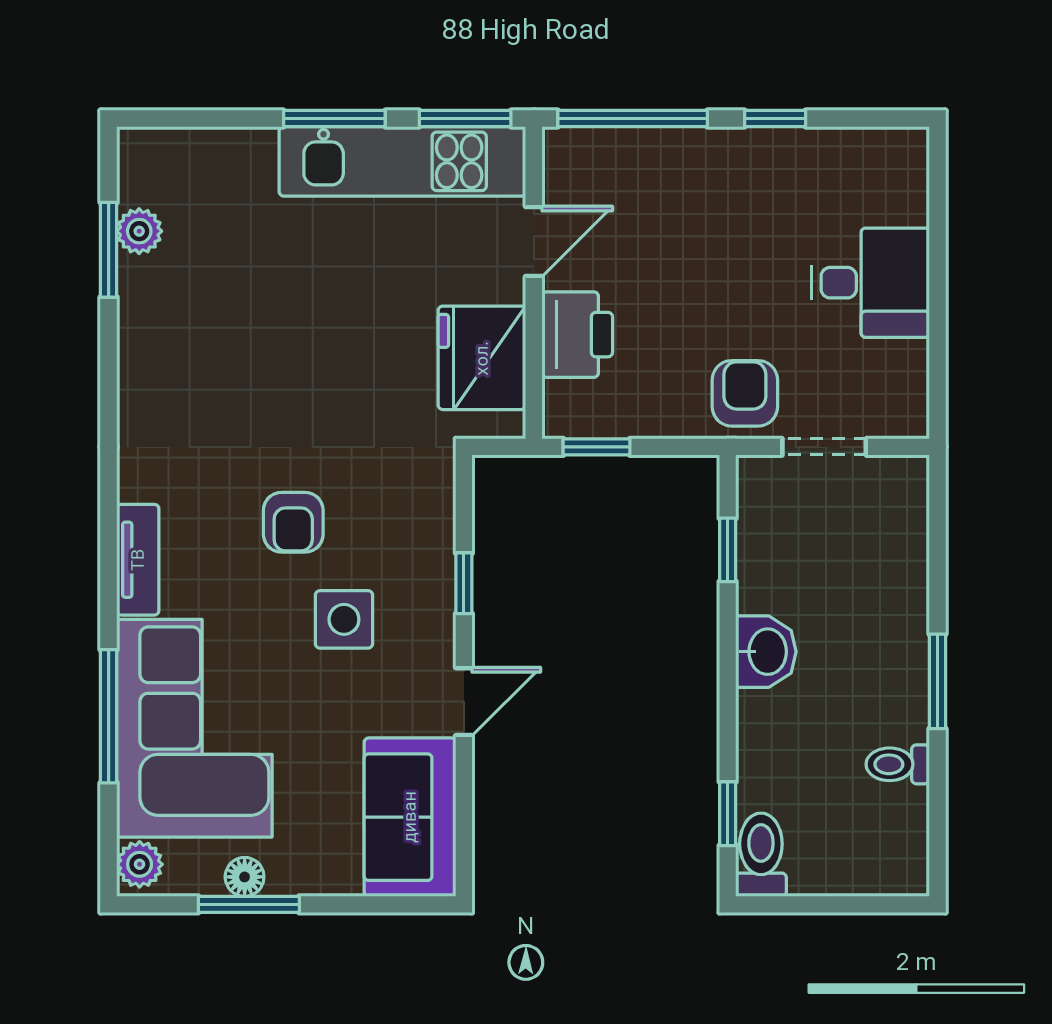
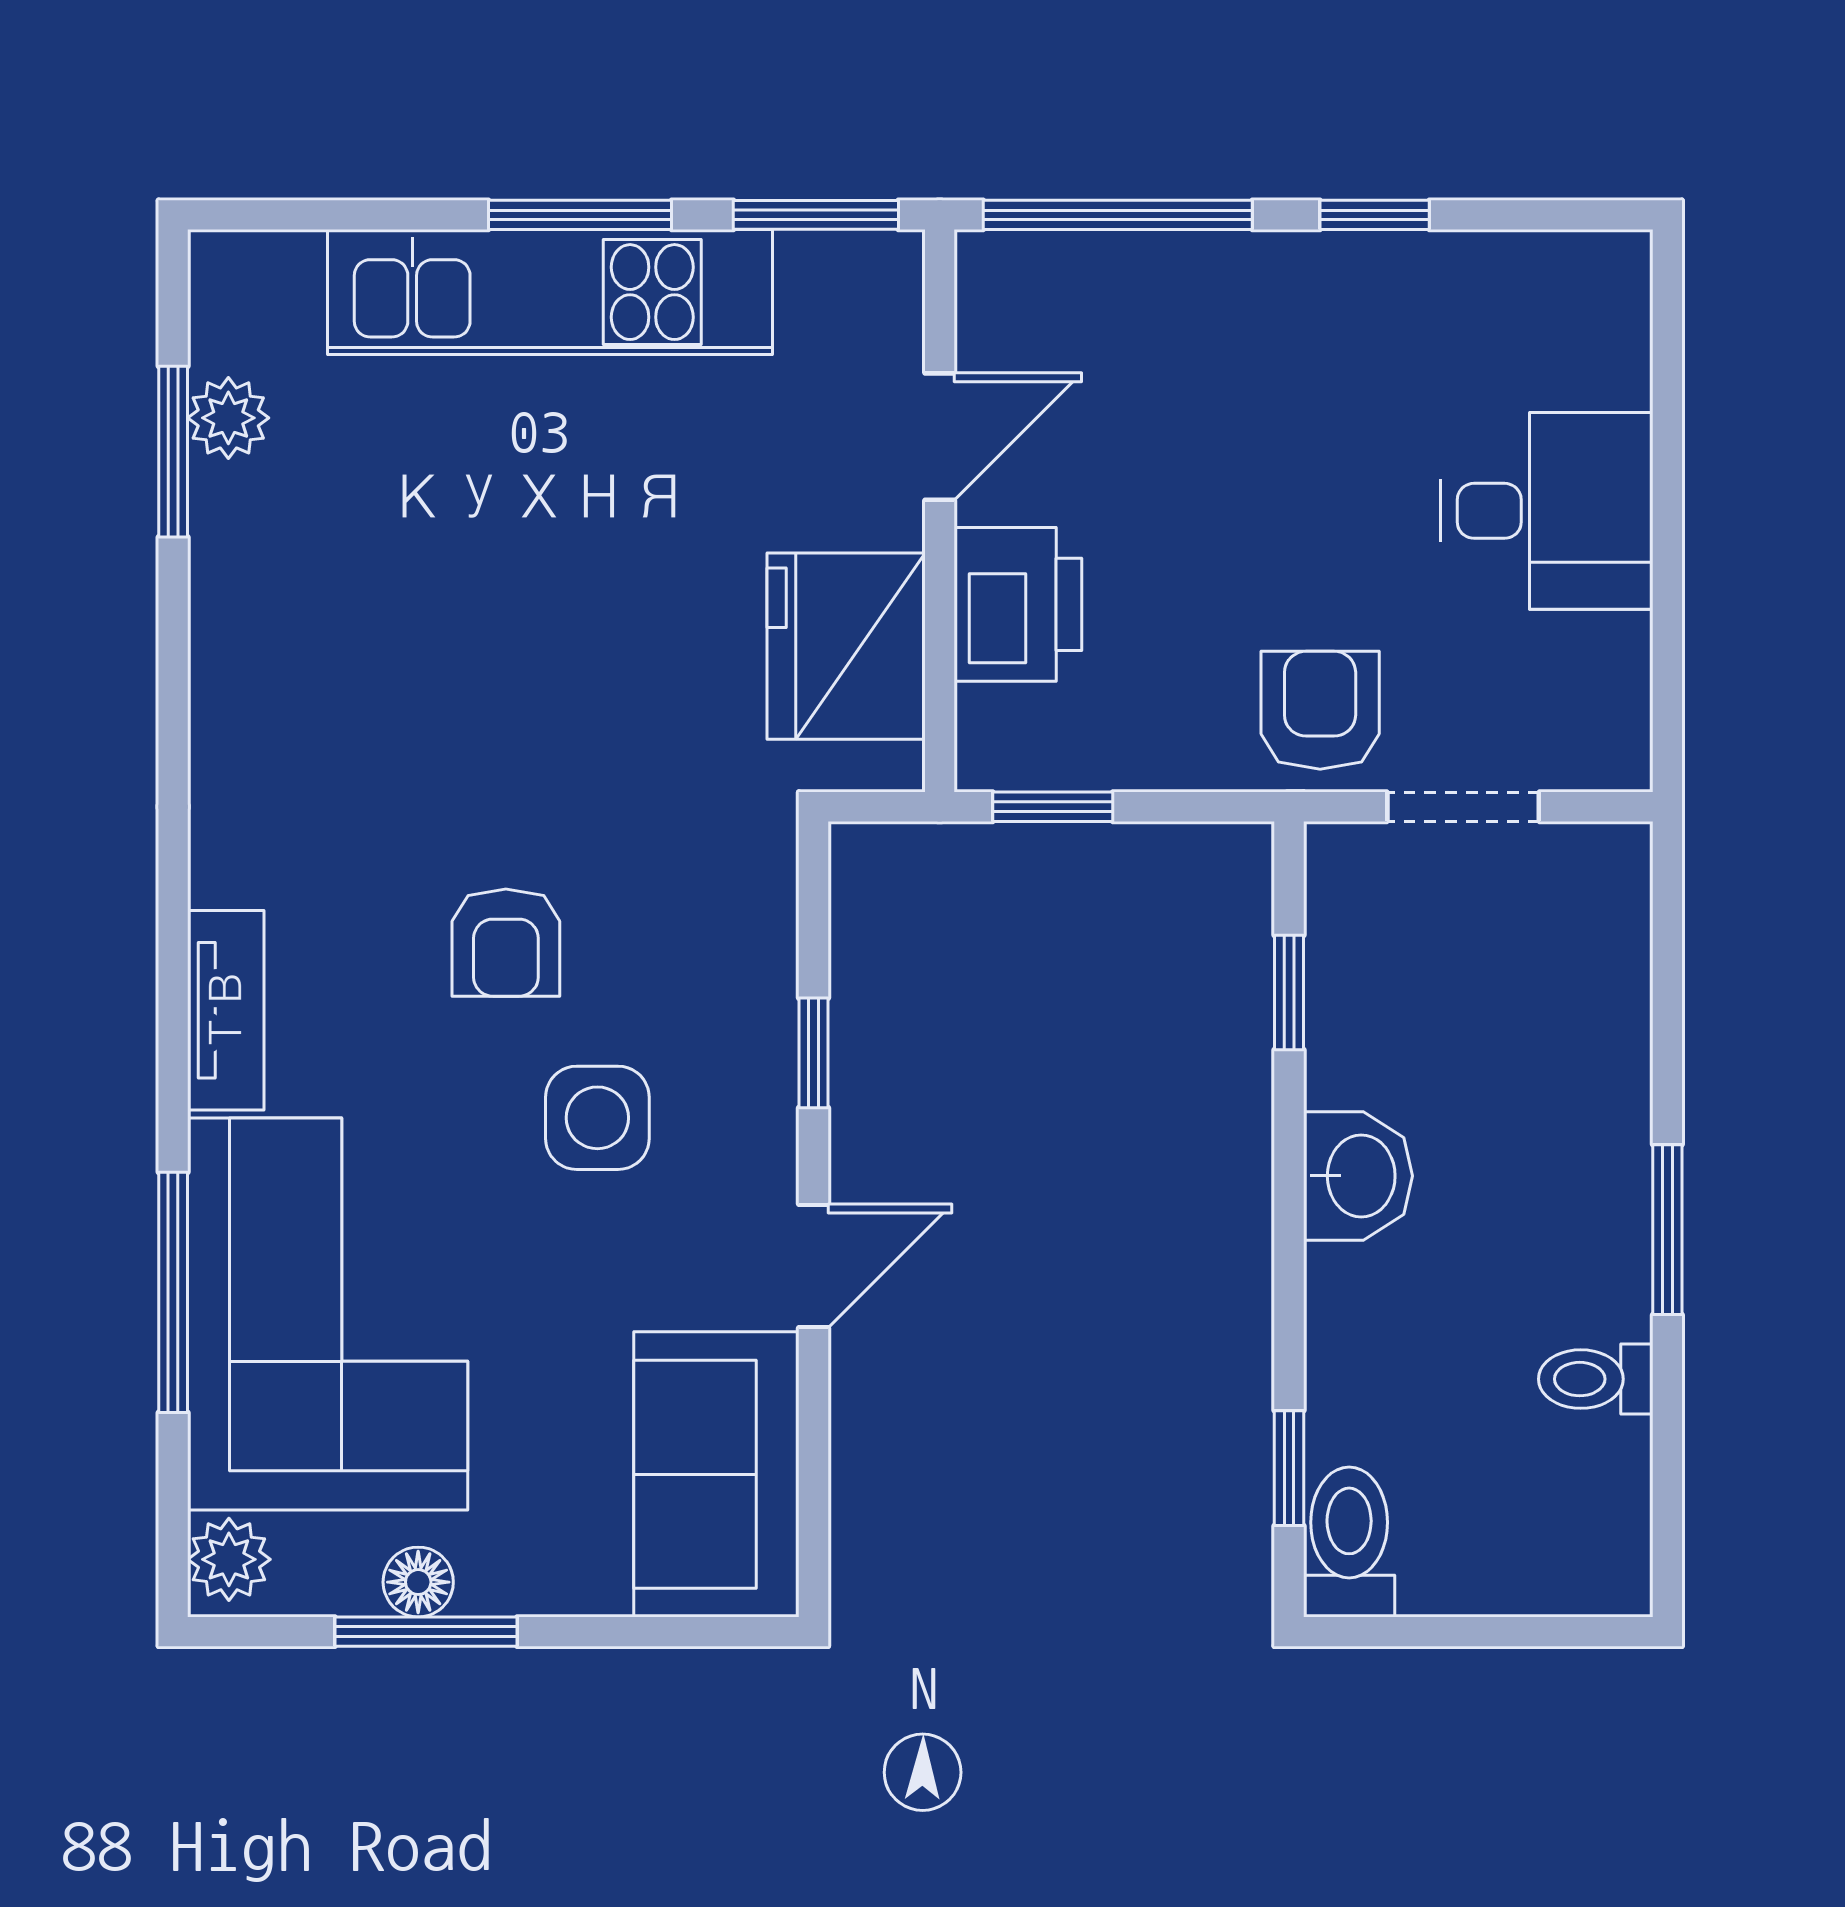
kitchen unit: (402, 161) -> (550, 292), moved

